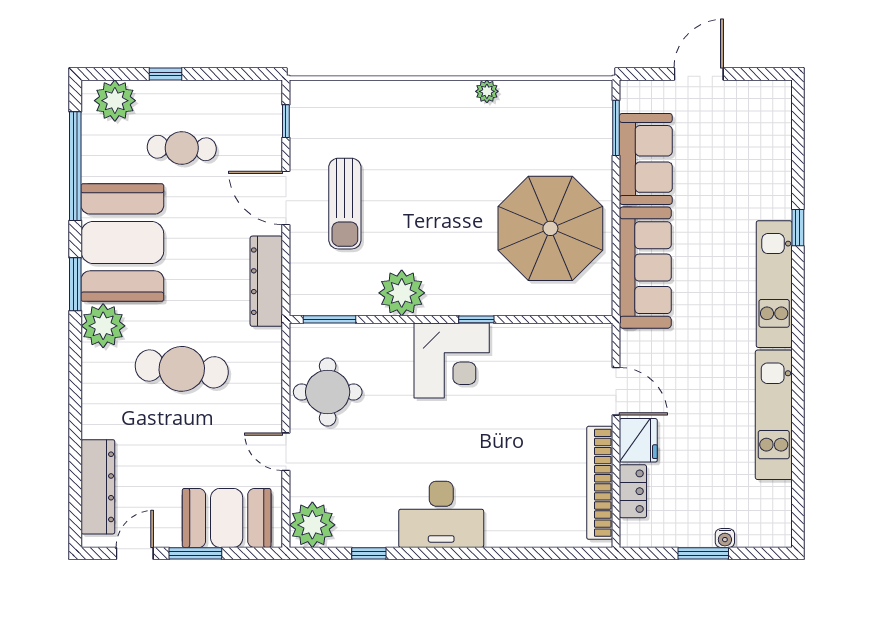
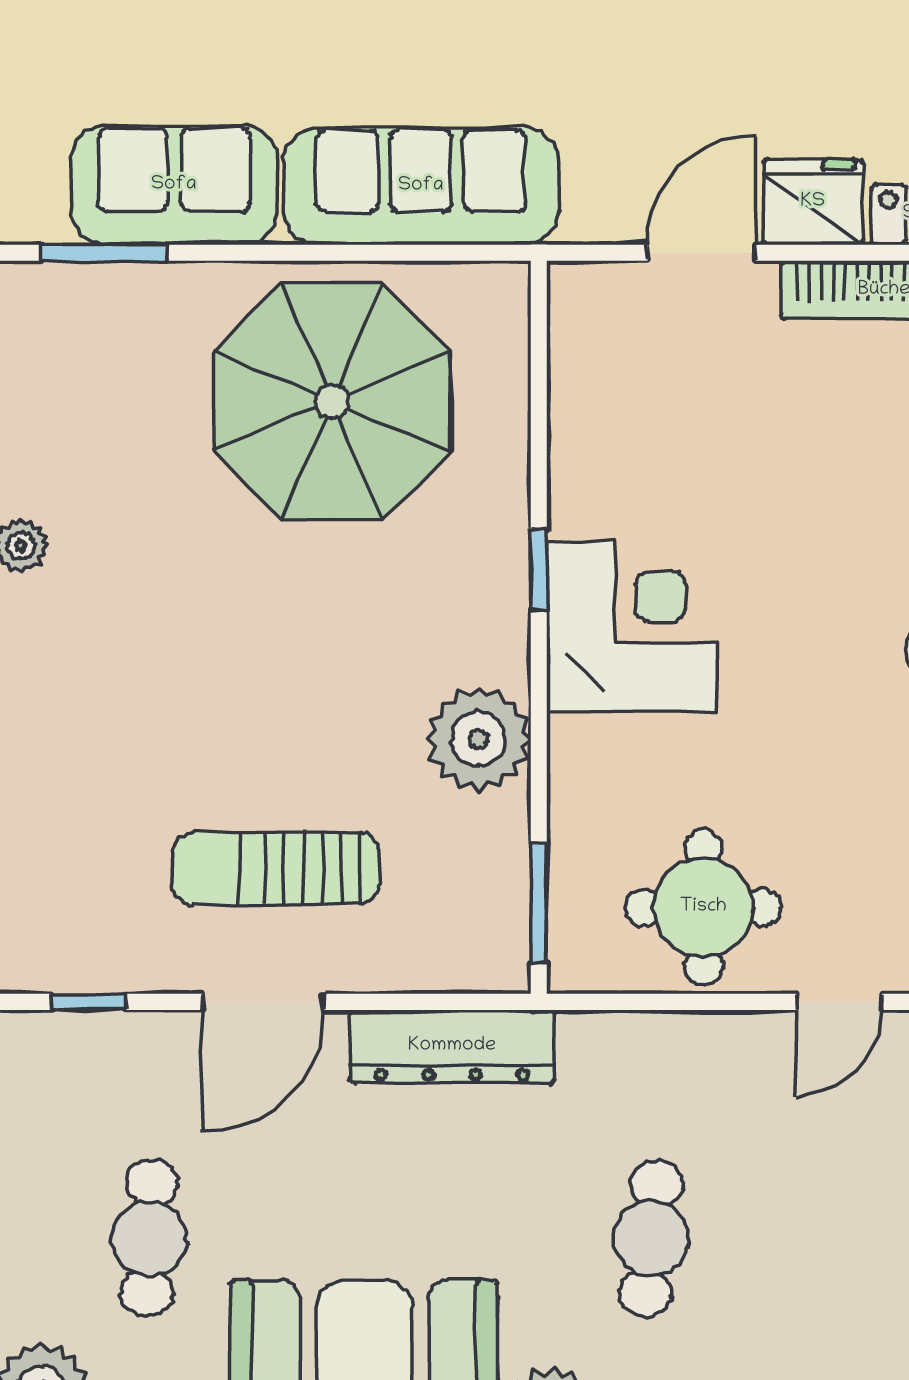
sun lounger: (345, 204) -> (276, 868), turned 180
cafe table: (182, 369) -> (651, 1238), width x0.73, depth x0.74

